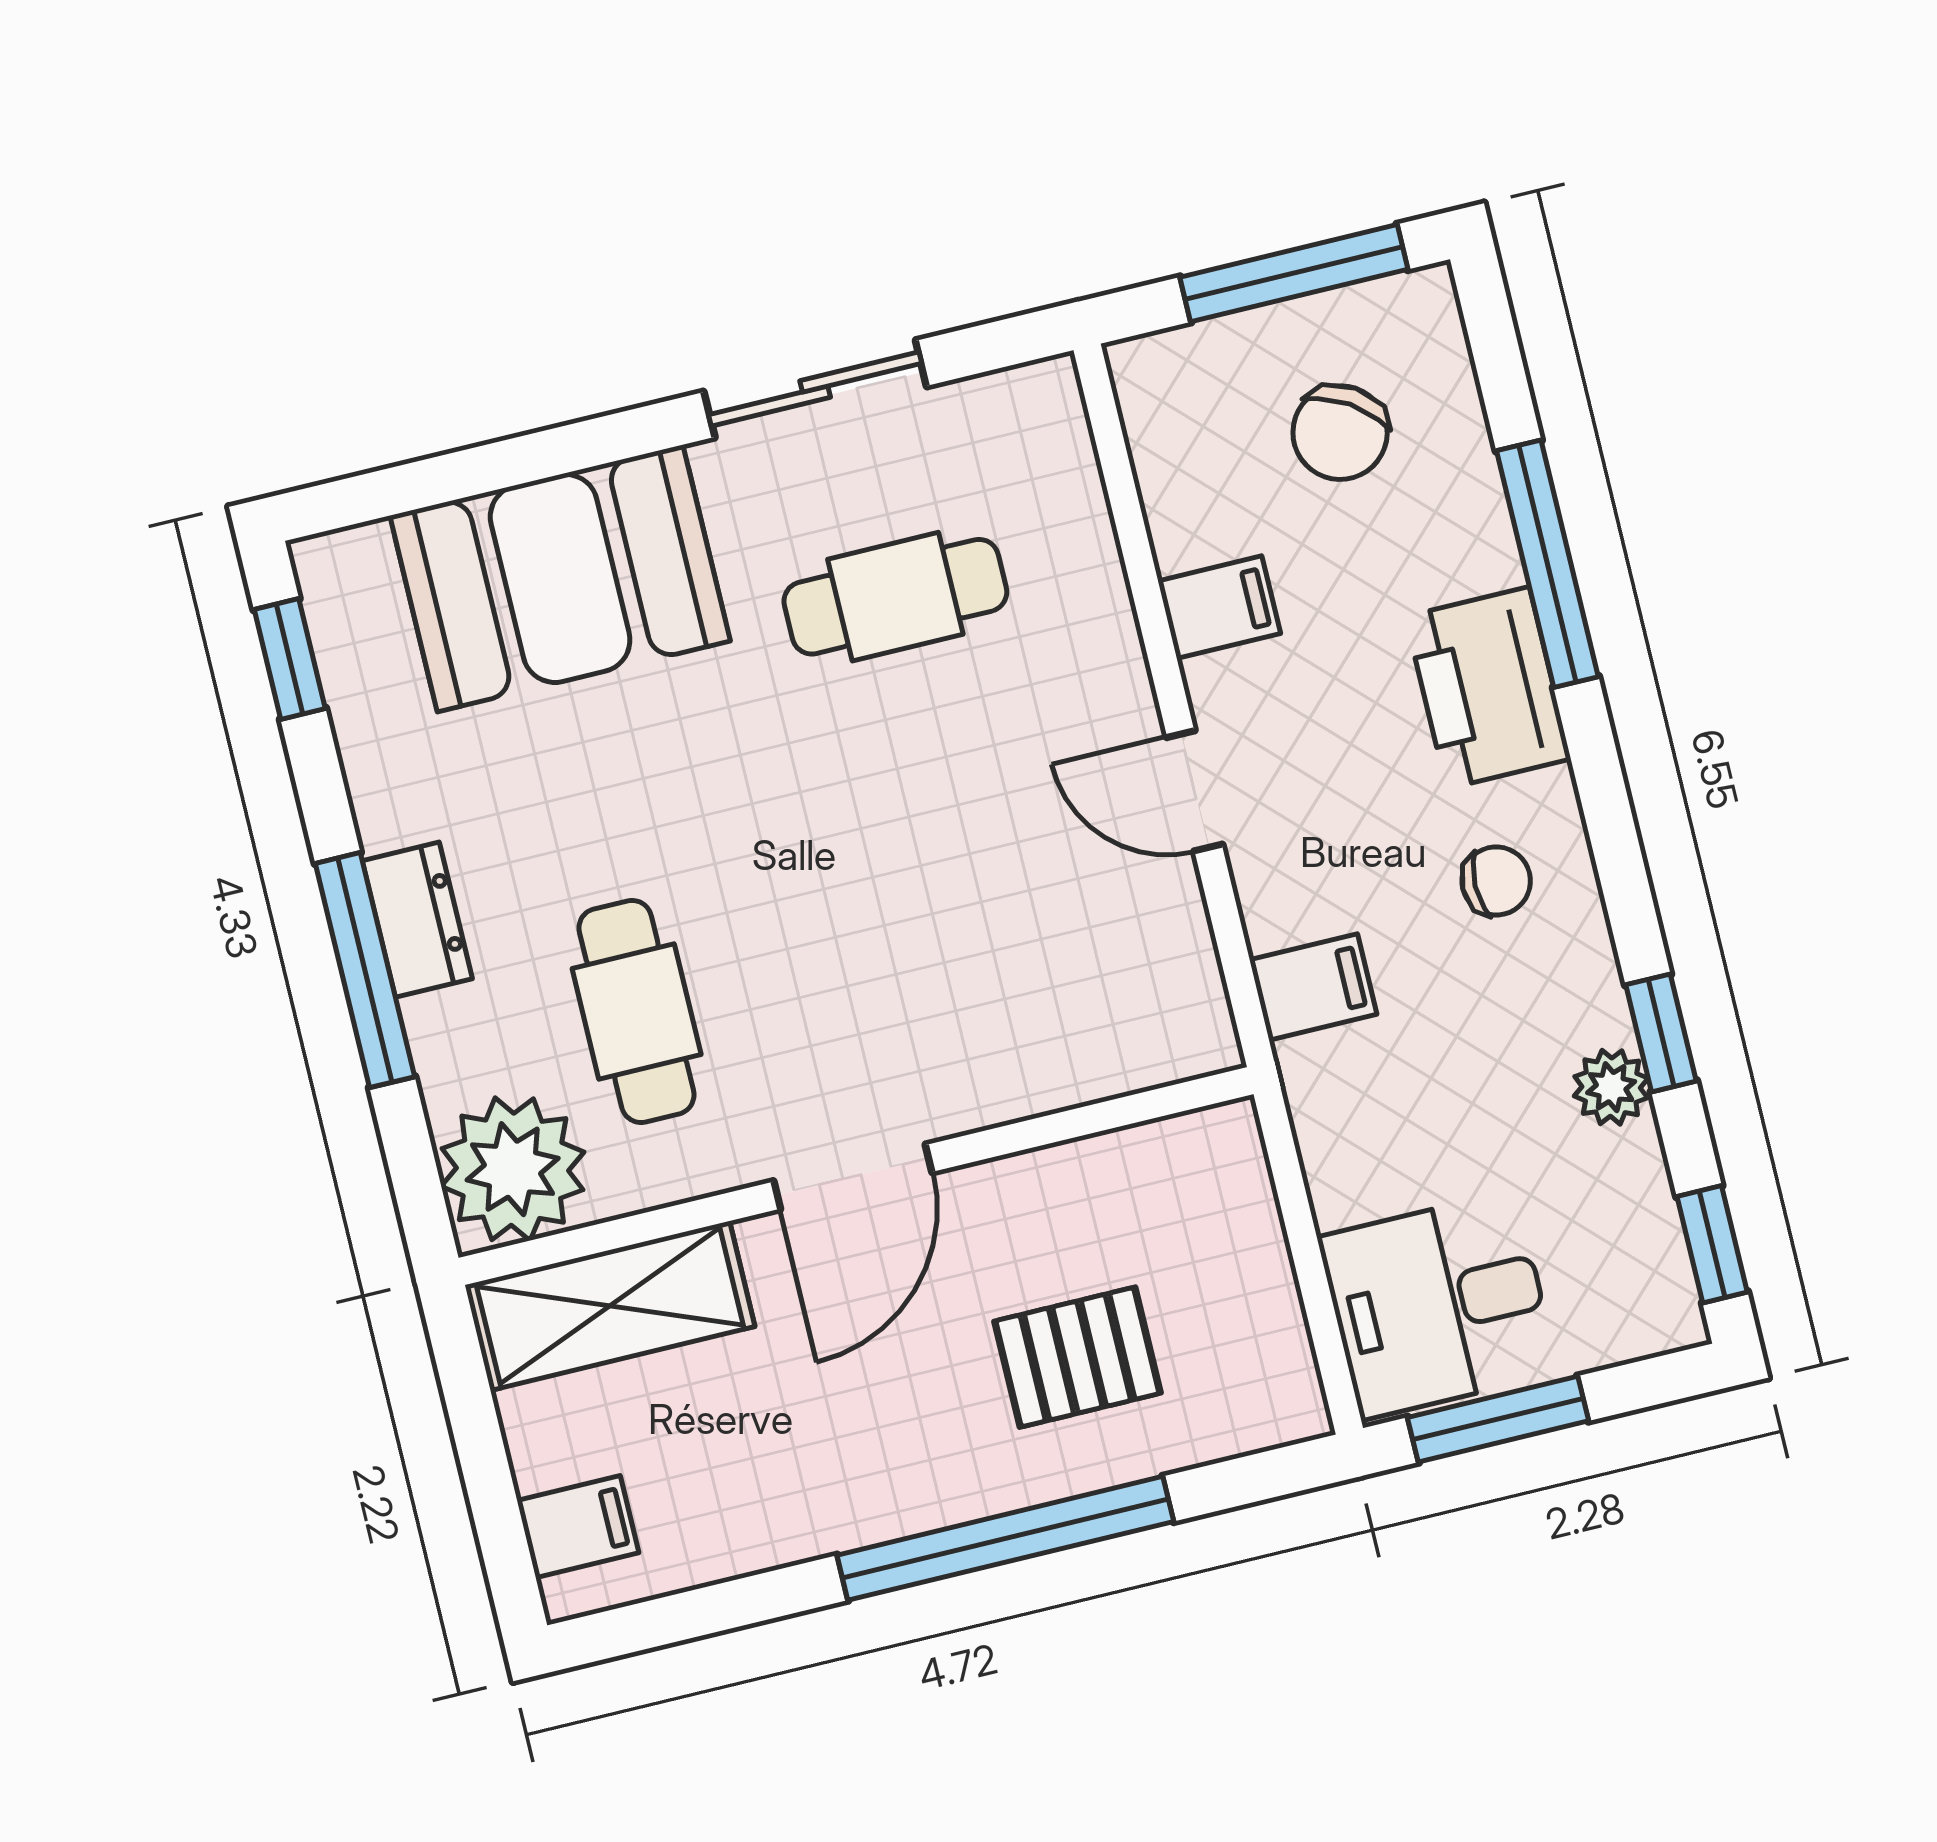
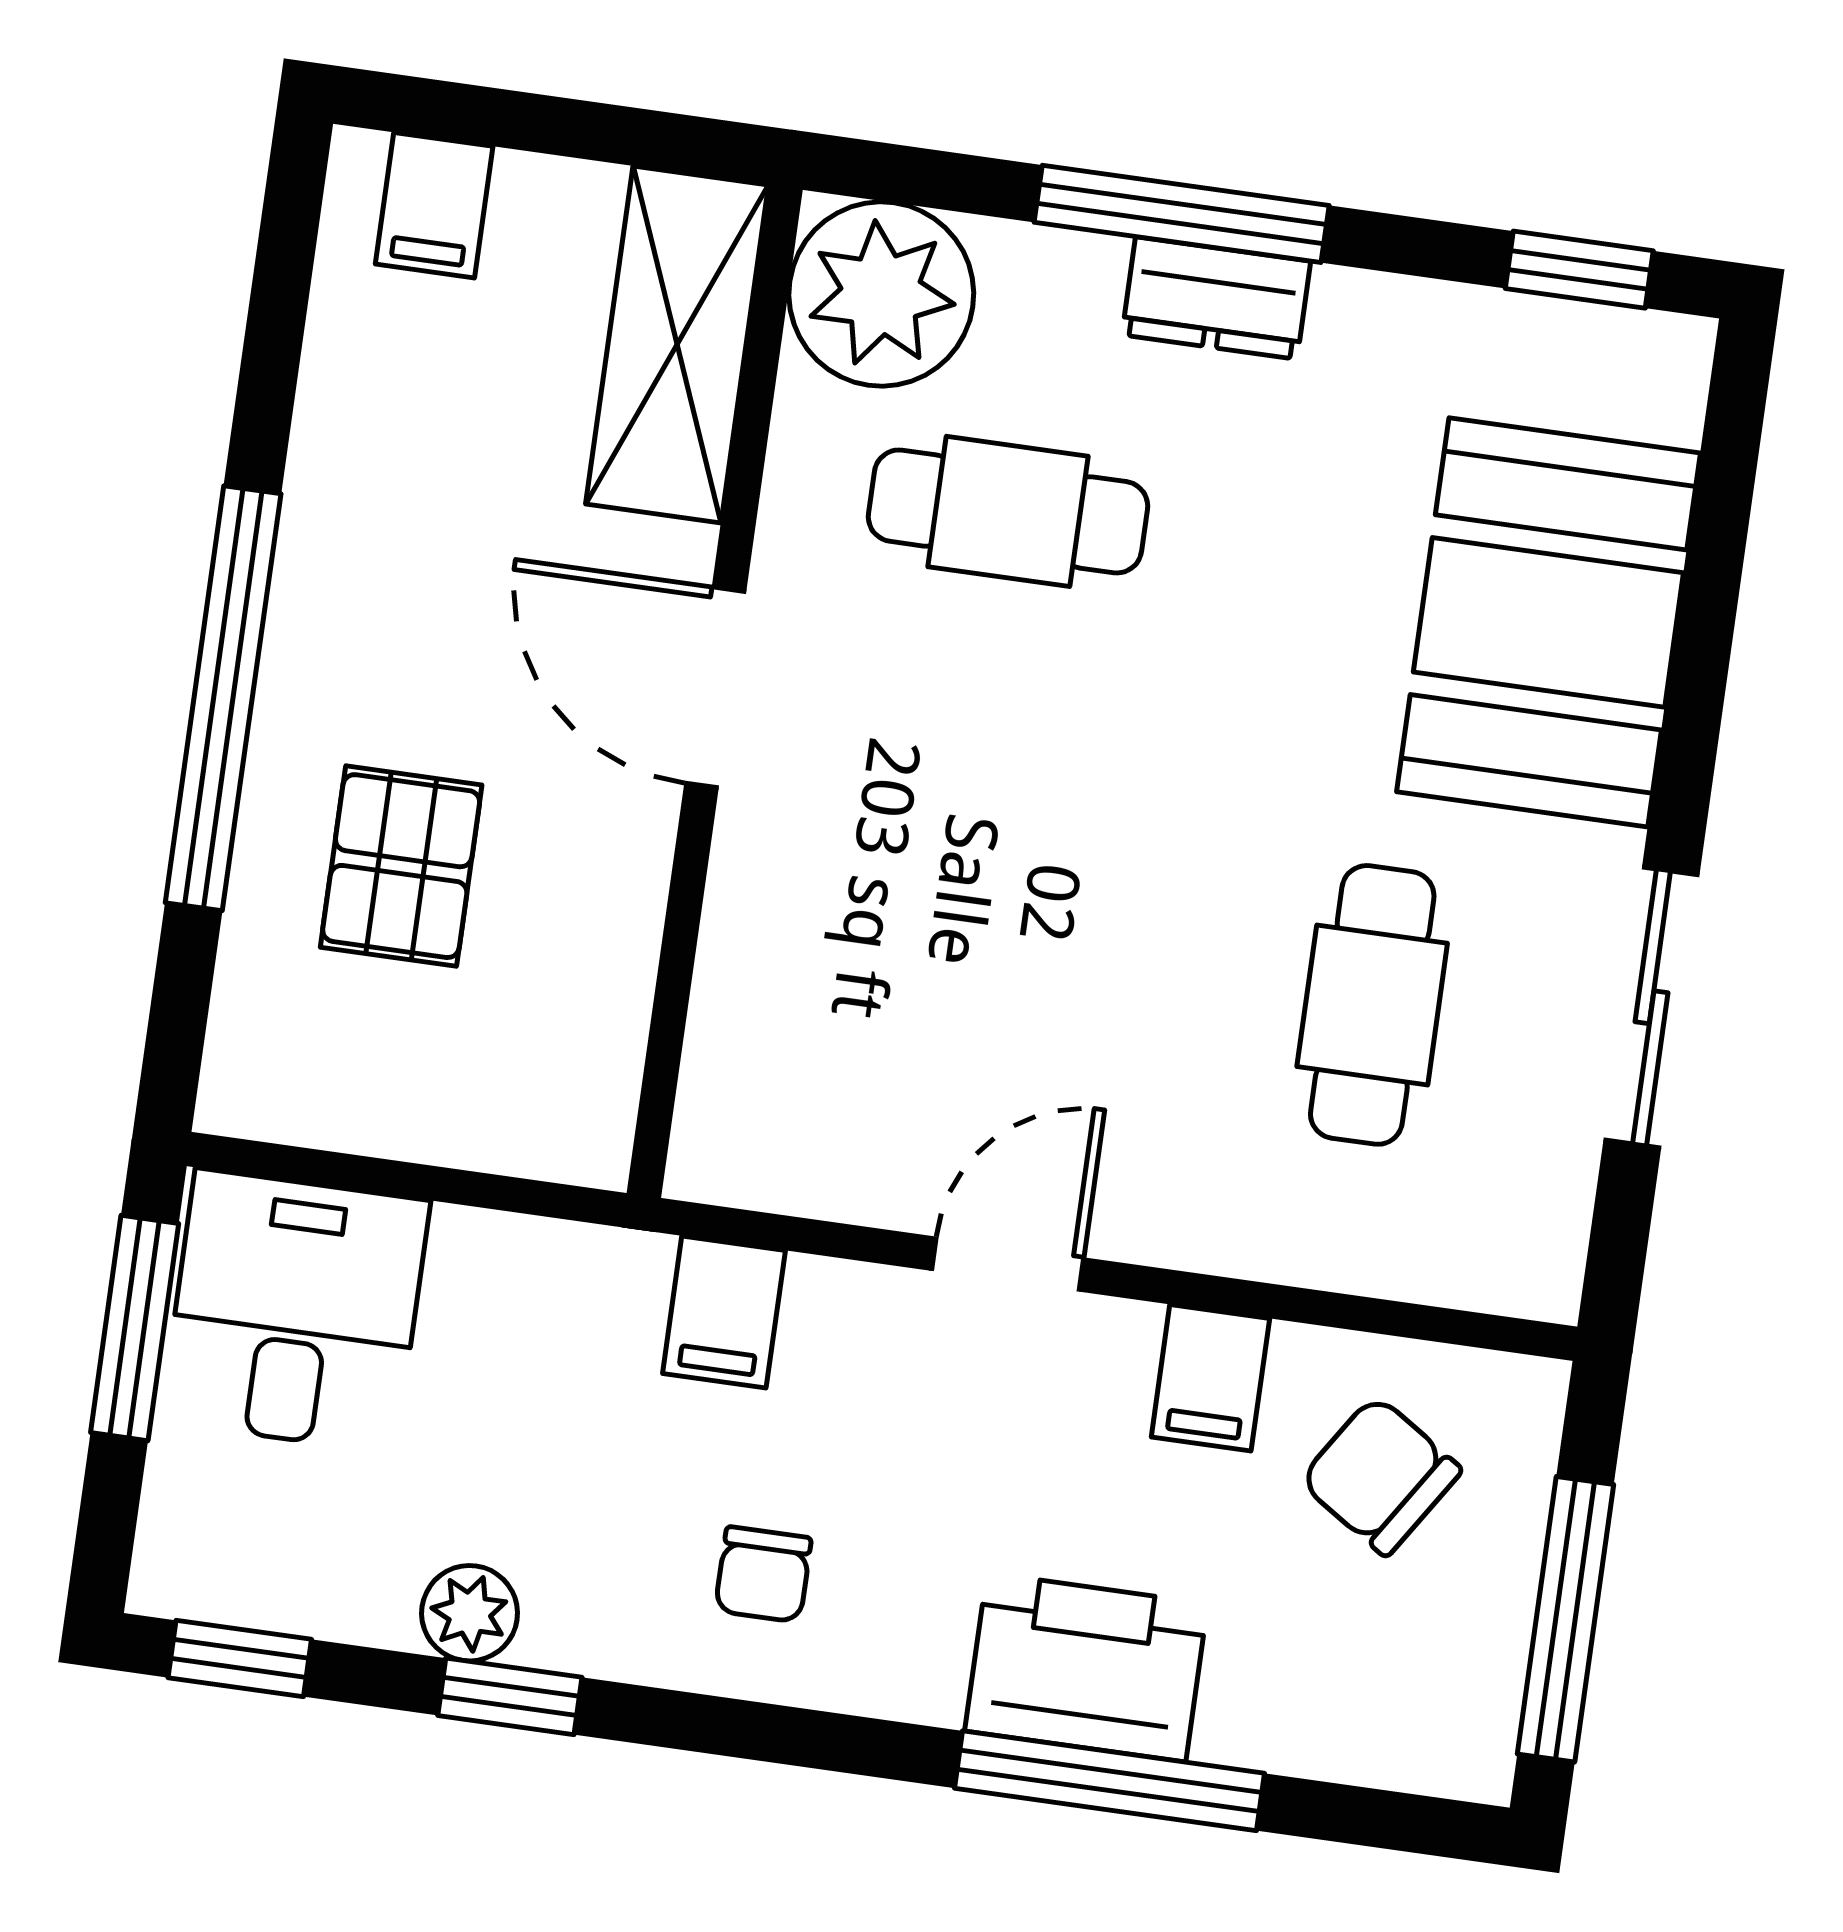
chair: (1340, 433) -> (1380, 1476), moved
printer: (1488, 688) -> (1086, 1667), moved

